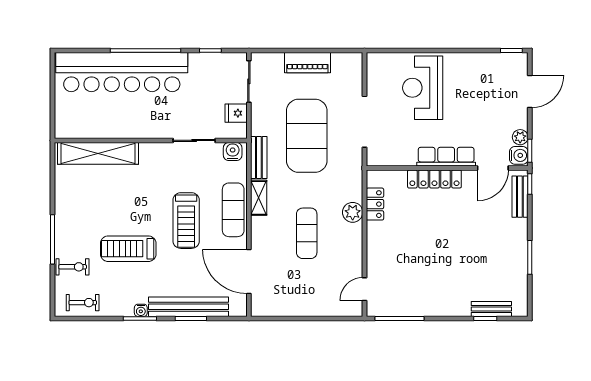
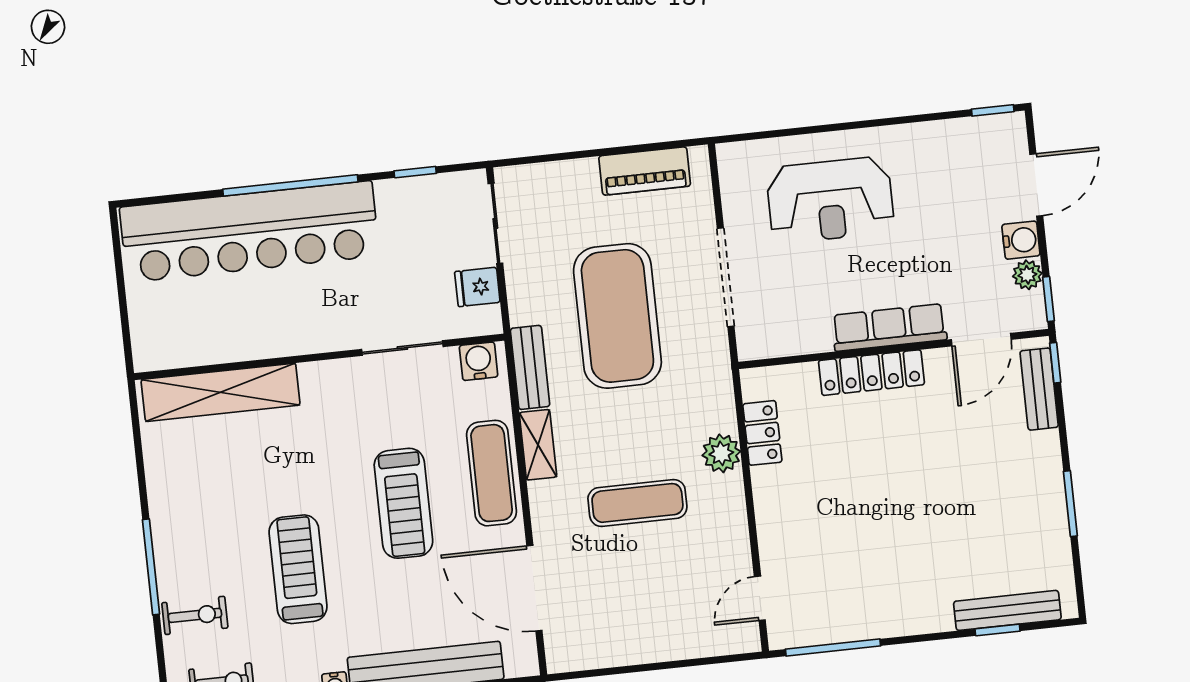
piano: (307, 63) -> (645, 171), moved
reception desk: (423, 88) -> (830, 200), turned -90
water cooler: (519, 155) -> (1021, 240), moved
exercise mat: (307, 233) -> (637, 503), turned 90
treadmill: (128, 249) -> (298, 569), turned 90
bench: (491, 309) -> (1007, 610), width x1.36

